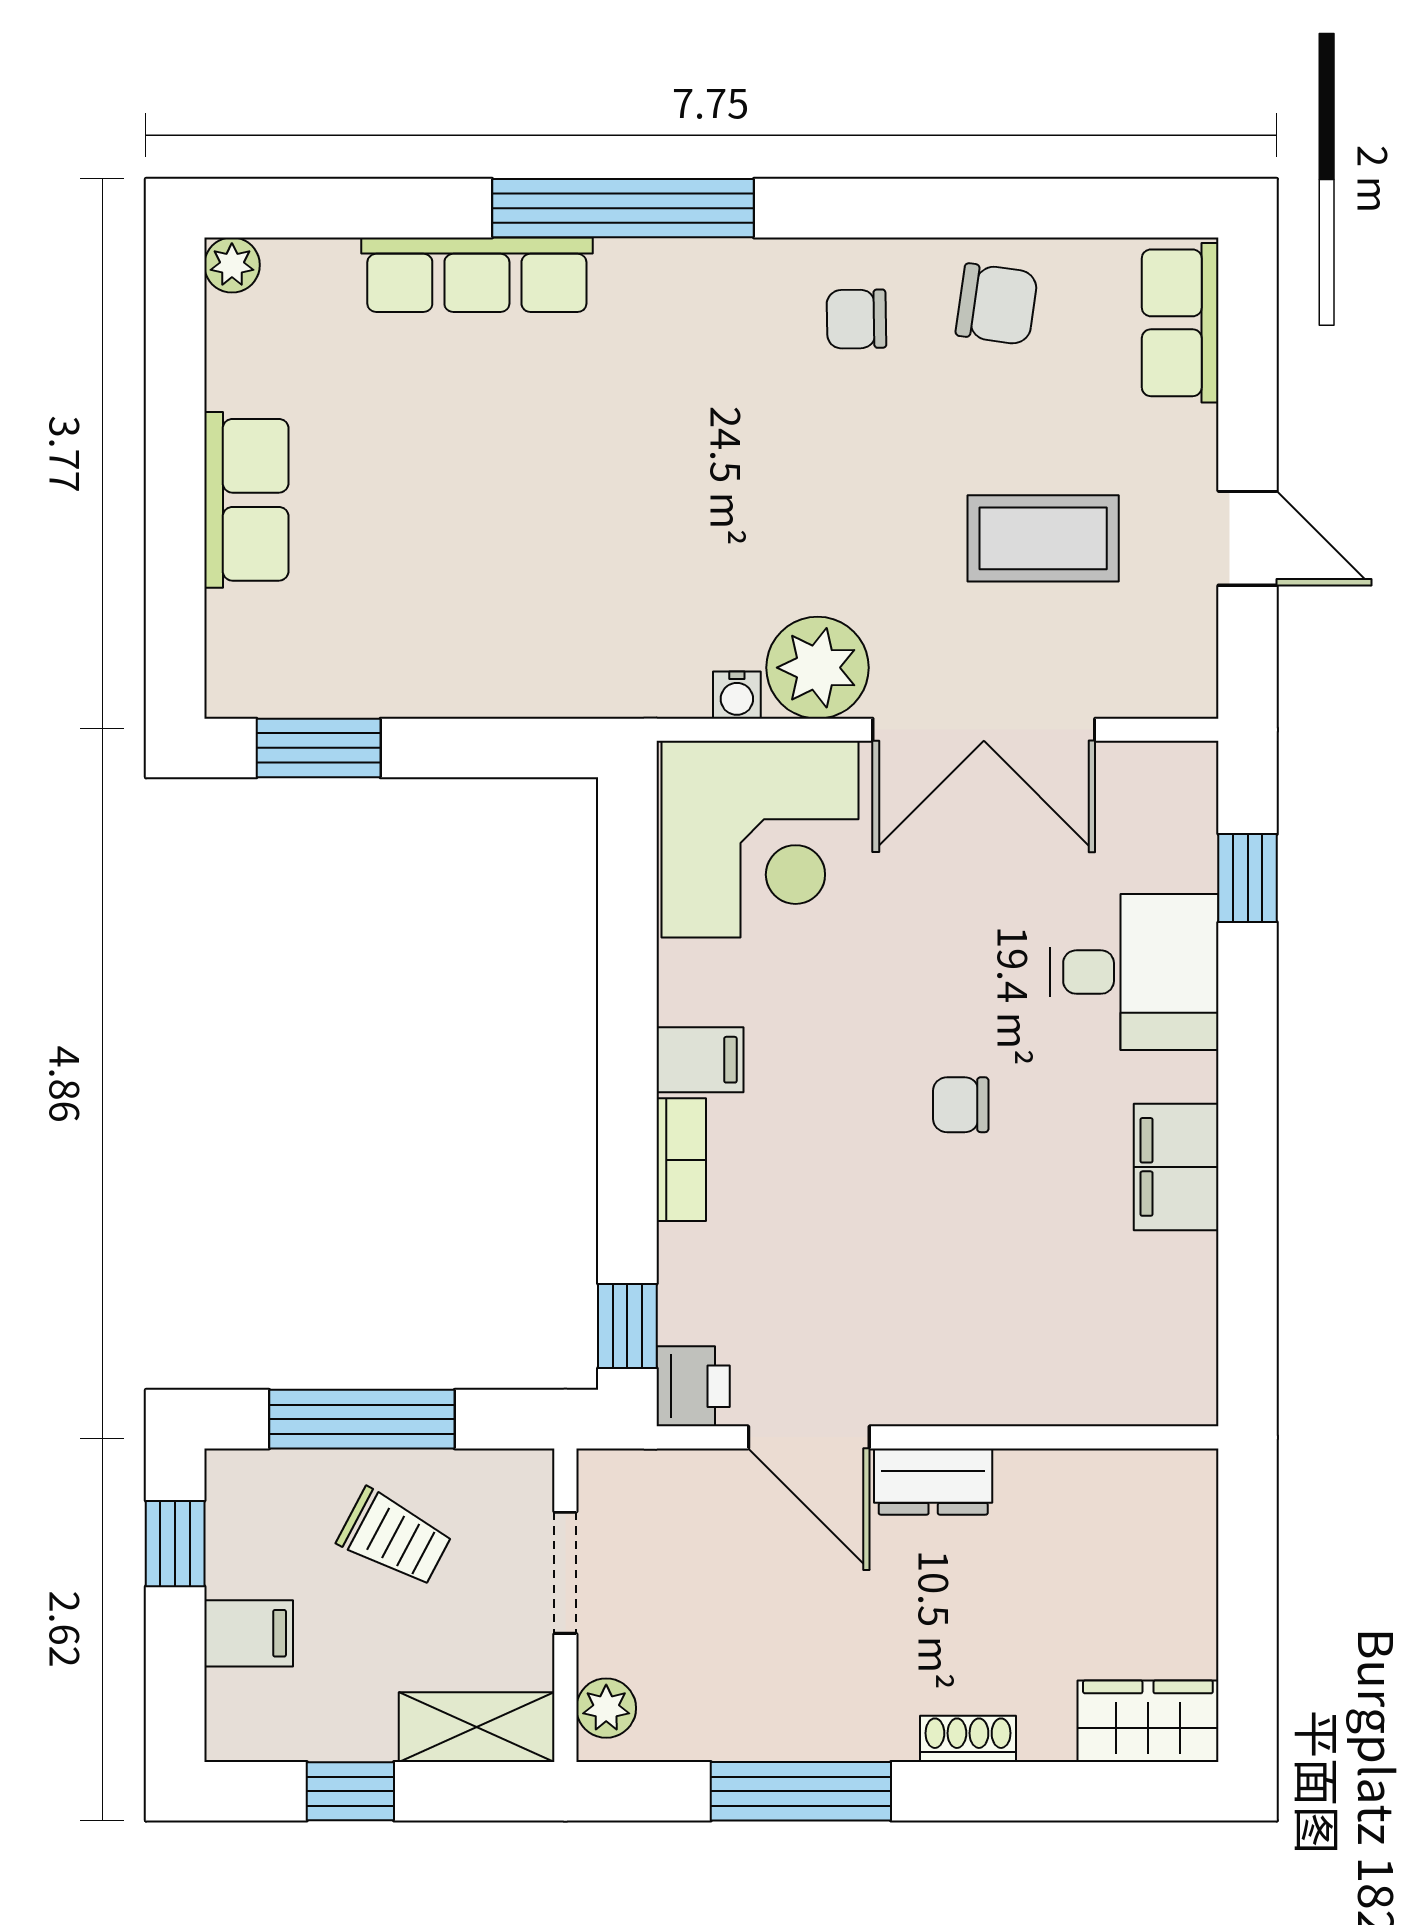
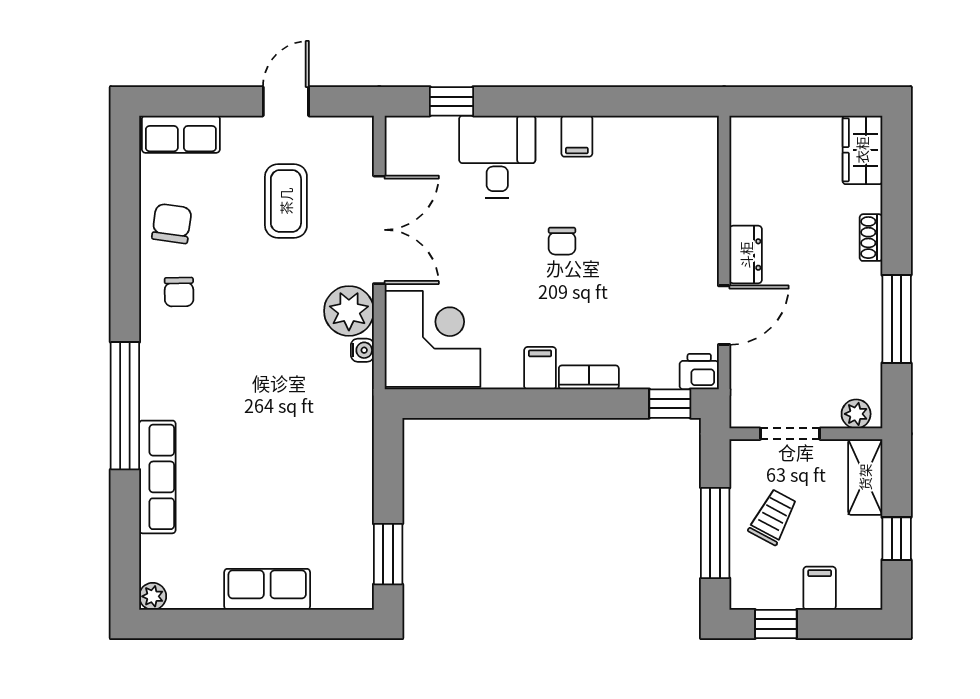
filing cabinet: (1176, 1167) -> (577, 136), width x0.50

